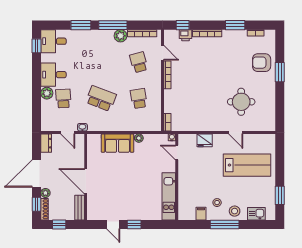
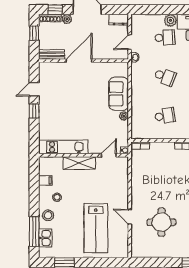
school desk: (101, 98) -> (165, 77), width x0.54
door: (236, 132) -> (130, 217), hinge flipped
fridge: (205, 140) -> (121, 184), removed
shelving: (184, 181) -> (79, 163), added
window: (225, 224) -> (34, 231), moved

